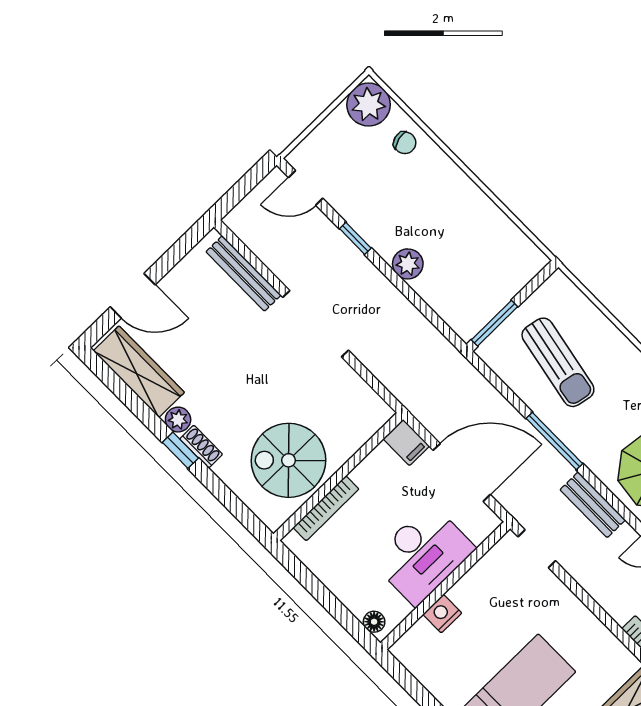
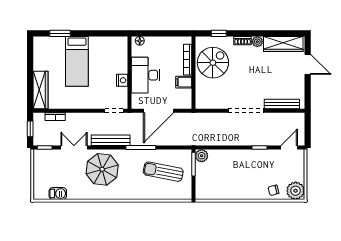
plant: (408, 264) -> (202, 156), moved
door: (133, 296) -> (308, 64), swing flipped
filing cabinet: (406, 443) -> (184, 82), moved
window: (180, 450) -> (219, 33), moved
bench: (593, 505) -> (111, 140), width x1.36
nightstand: (442, 614) -> (122, 80), moved

